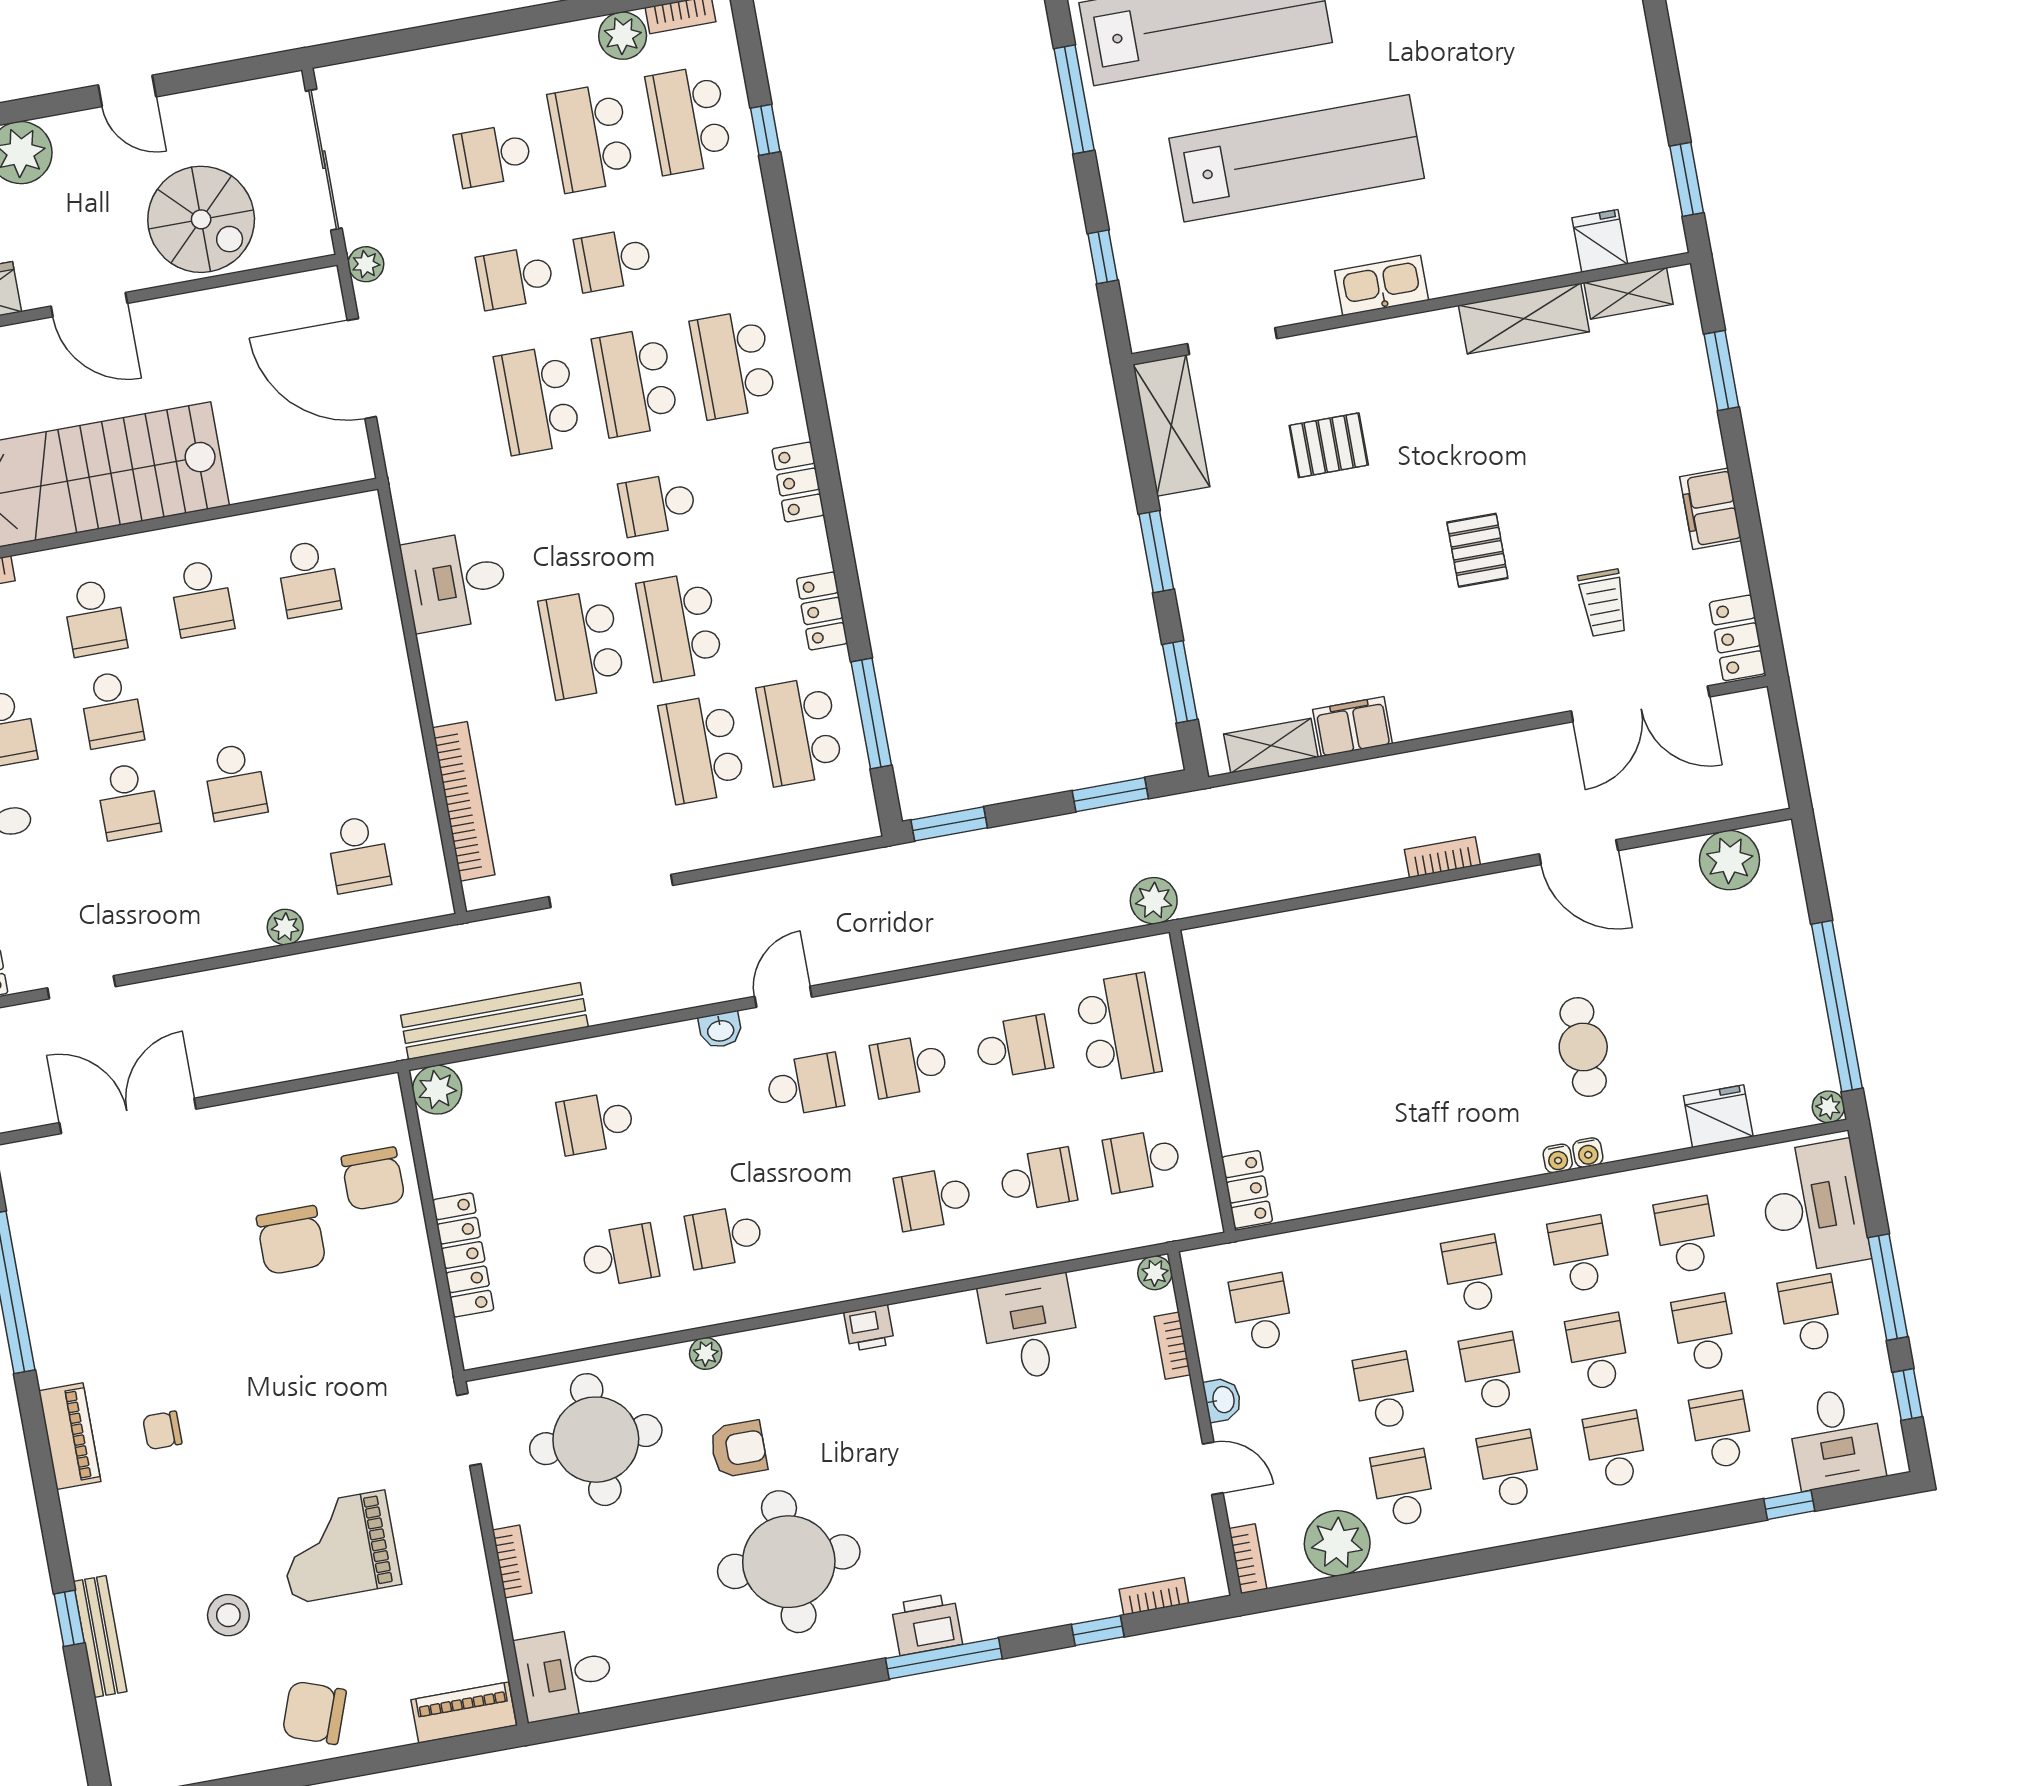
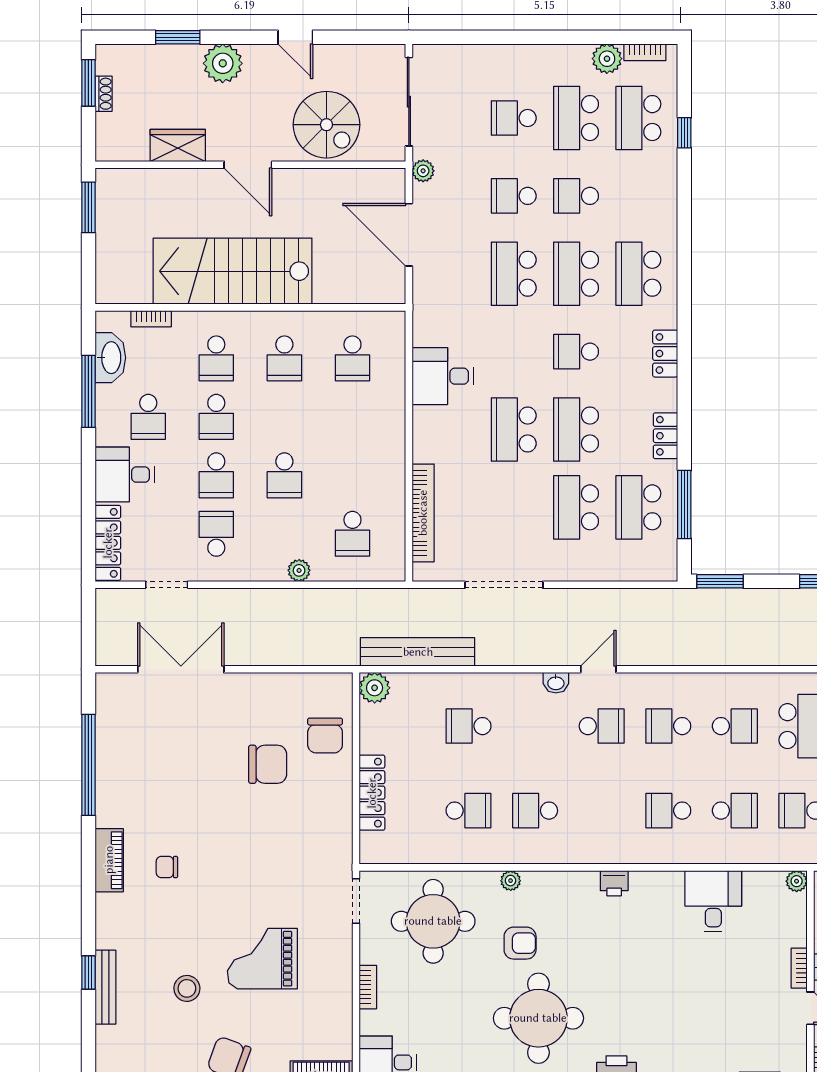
school desk: (145, 893) -> (216, 534), added
chair: (291, 1240) -> (268, 764), turned -90
bookcase: (1172, 1346) -> (799, 968), moved

